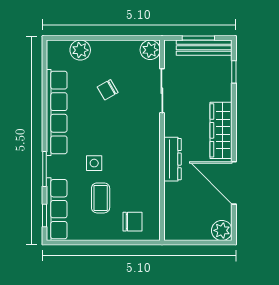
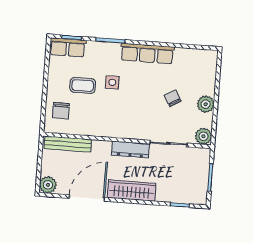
bench: (204, 48) -> (68, 144), moved, turned 90
plant: (80, 50) -> (206, 104), moved
row of seats: (57, 112) -> (147, 53), width x0.73
dresser: (172, 159) -> (130, 150), moved
row of seats: (57, 209) -> (68, 47), width x0.68

